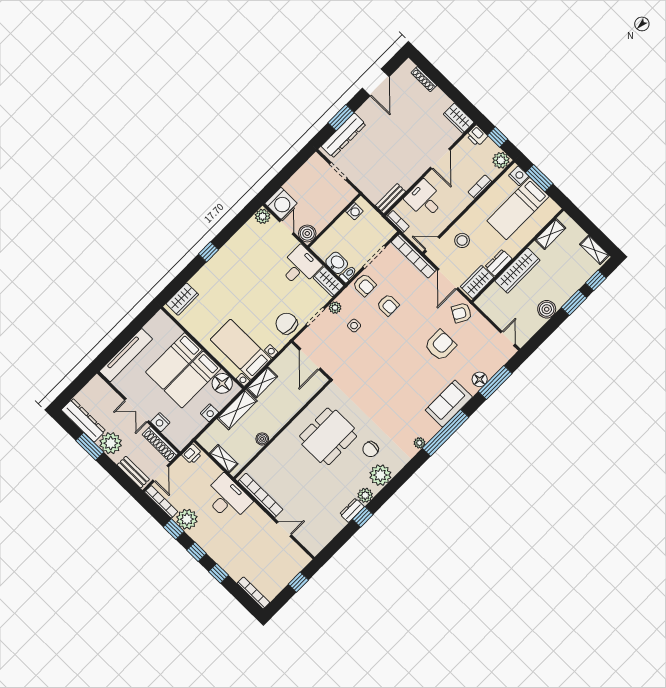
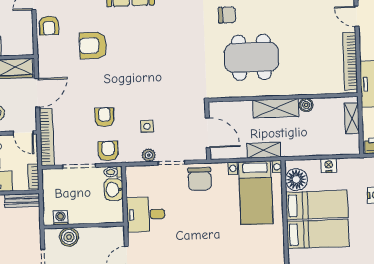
boiler: (307, 233) -> (69, 237), moved
wardrobe: (328, 282) -> (135, 181), removed
armchair: (461, 313) -> (49, 26), moved, turned 60
door: (310, 359) -> (208, 133), hinge flipped
shelving: (237, 410) -> (276, 108), moved

